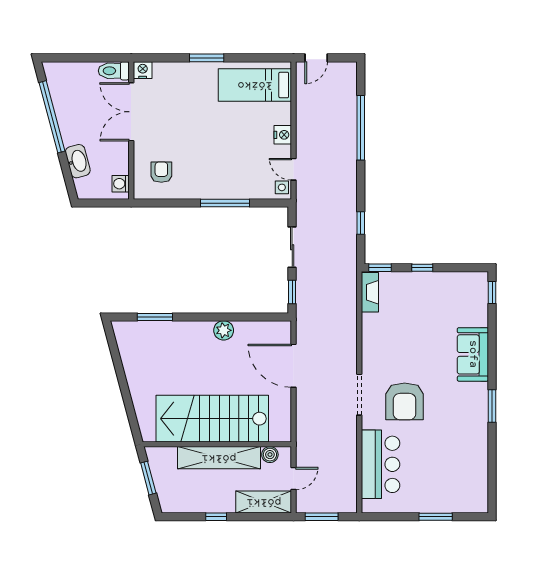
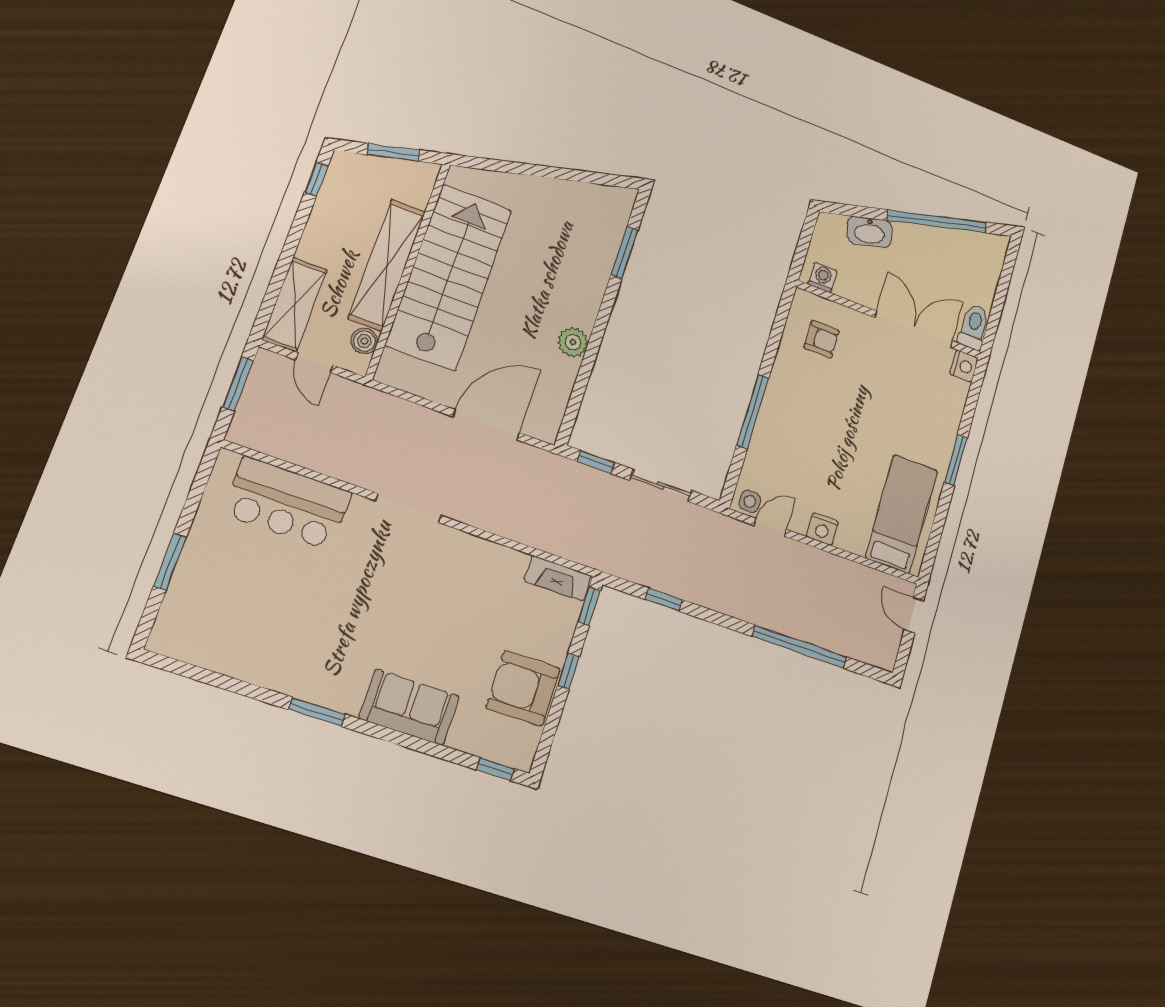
armchair: (405, 401) -> (523, 688), moved
window: (216, 517) -> (316, 179), moved

